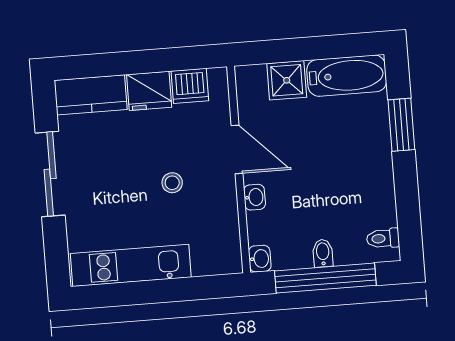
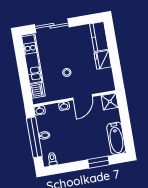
shower: (287, 80) -> (110, 101), moved
dishwasher: (190, 86) -> (38, 90), moved, turned 180
sliding door: (50, 174) -> (52, 26), moved

